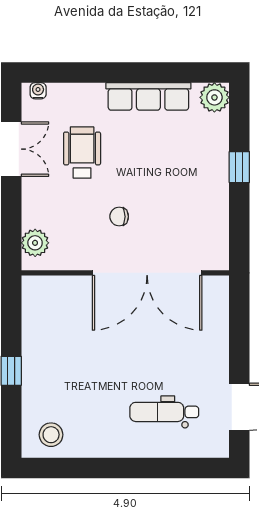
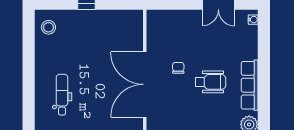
wheelchair: (82, 153) -> (211, 82), moved
plant: (35, 243) -> (163, 18), removed

